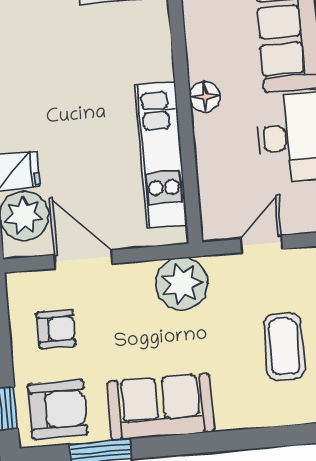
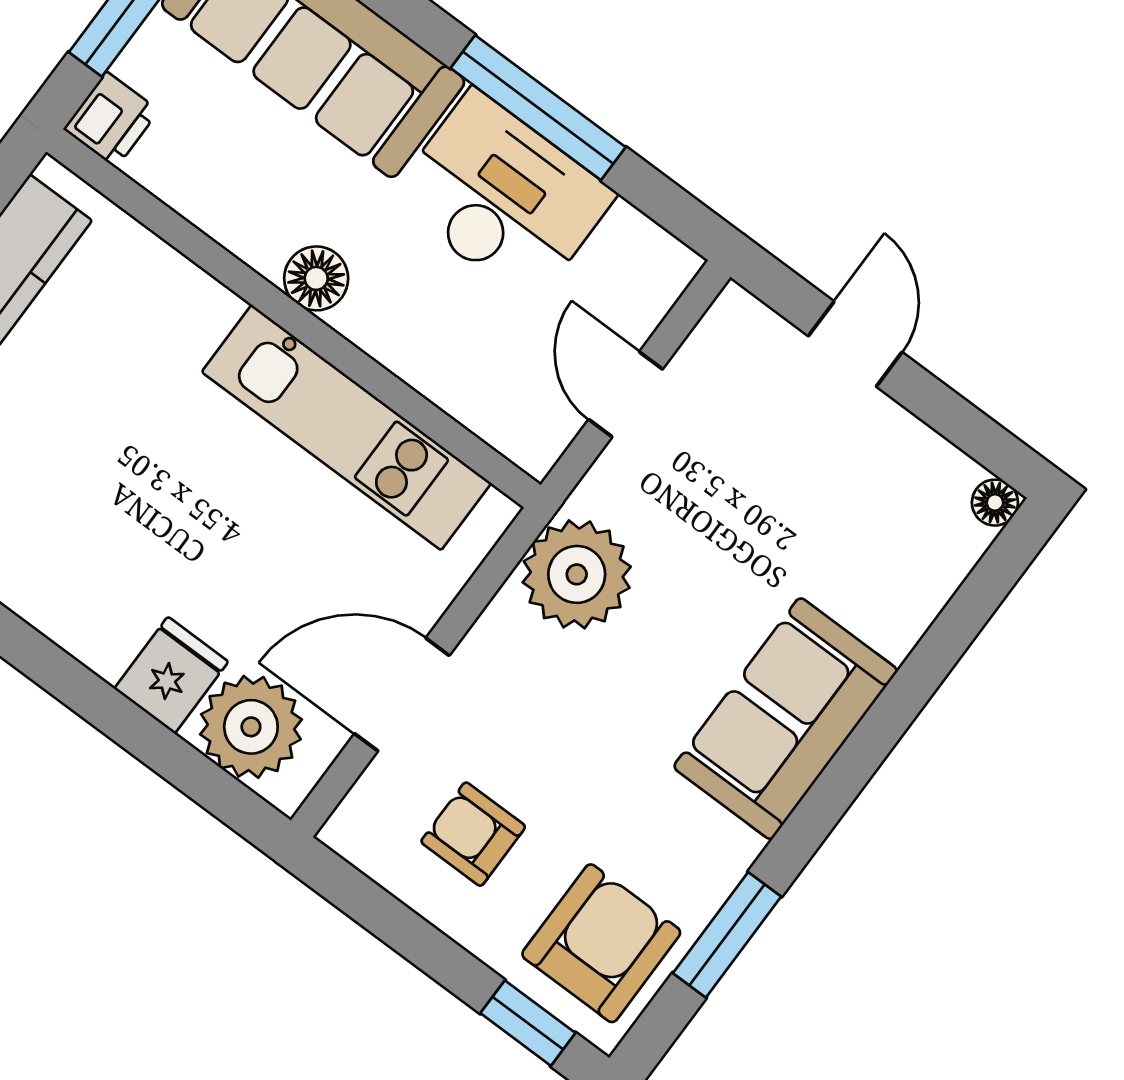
armchair: (56, 329) -> (473, 834), turned -90
coffee table: (284, 347) -> (818, 502), removed
sofa: (161, 407) -> (786, 719), moved

